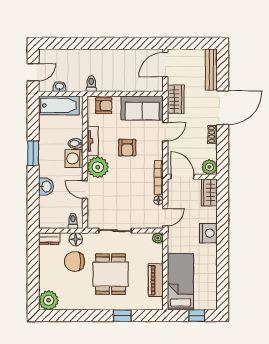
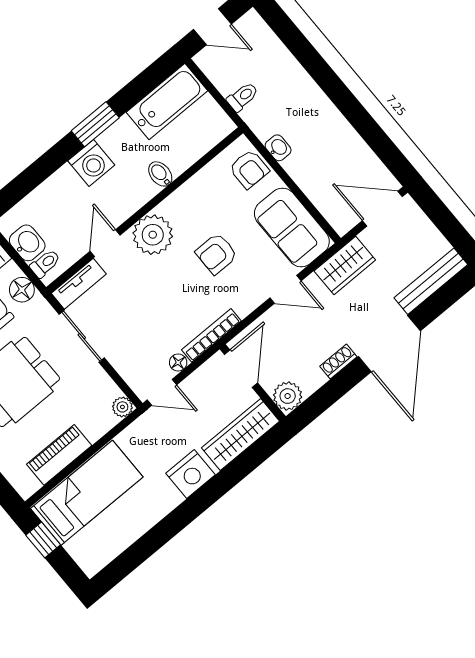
toilet: (91, 84) -> (243, 97), moved
washbasin: (60, 87) -> (278, 148), moved
bathtub: (59, 105) -> (167, 102), moved, turned -90
door: (223, 108) -> (389, 344), hinge flipped
tv unit: (93, 141) -> (79, 284), moved
washing machine: (74, 159) -> (91, 163), moved, turned 180
washbasin: (46, 187) -> (27, 243), moved, turned -90
wardrobe: (209, 192) -> (241, 434), width x1.50
window: (197, 316) -> (43, 540), moved

